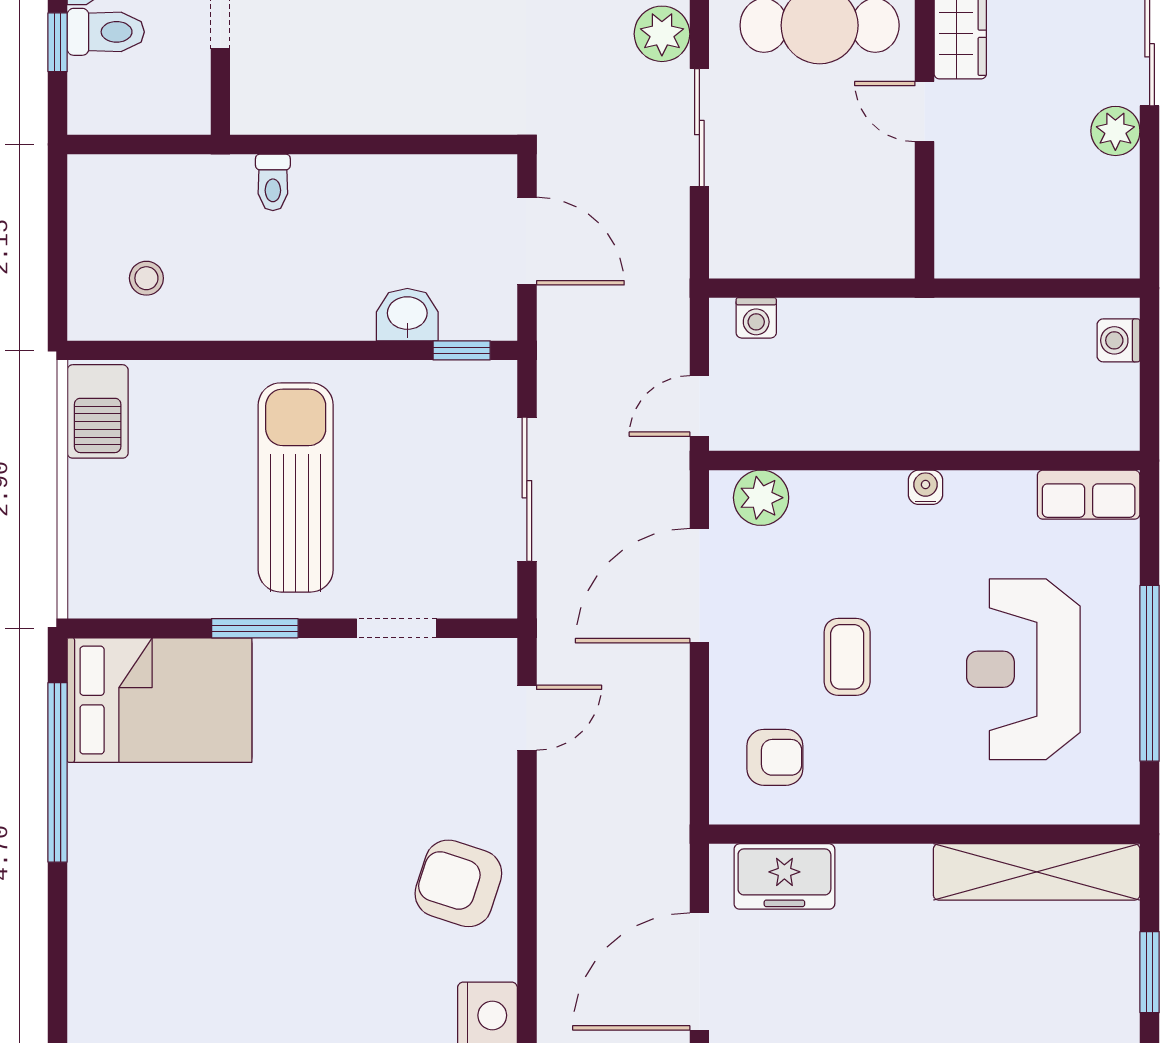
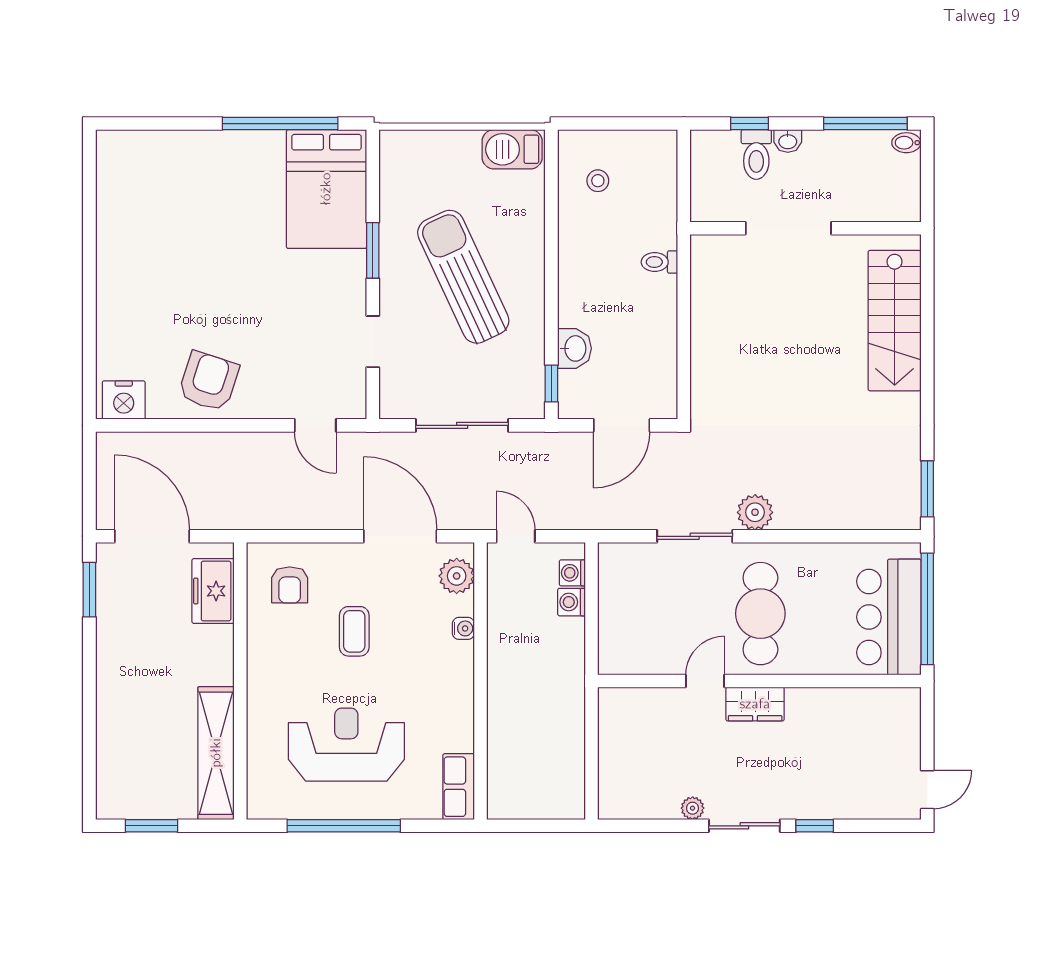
plant: (1115, 131) -> (693, 808), width x0.73, depth x0.73
washing machine: (1119, 340) -> (572, 602), moved, turned -90
sun lounger: (296, 487) -> (463, 277), turned -115
water cooler: (925, 487) -> (463, 628), moved
coffee table: (847, 657) -> (354, 631), turned 90

